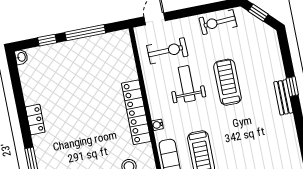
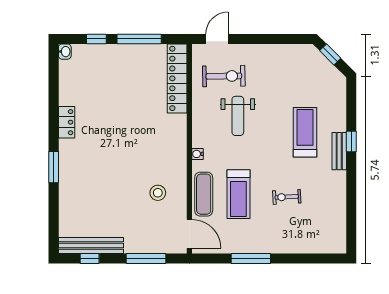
exercise bike: (218, 22) -> (287, 197), moved, width x0.73, depth x0.72
treadmill: (227, 82) -> (305, 132), moved
weight bench: (187, 84) -> (238, 116), turned 180
locker: (136, 112) -> (177, 78), moved

